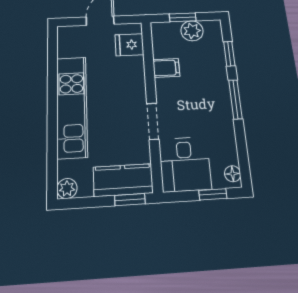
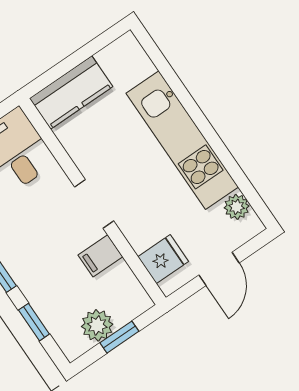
doorway: (153, 121) -> (94, 204), moved
plant: (67, 188) -> (237, 207), moved
window: (130, 200) -> (51, 76), removed

